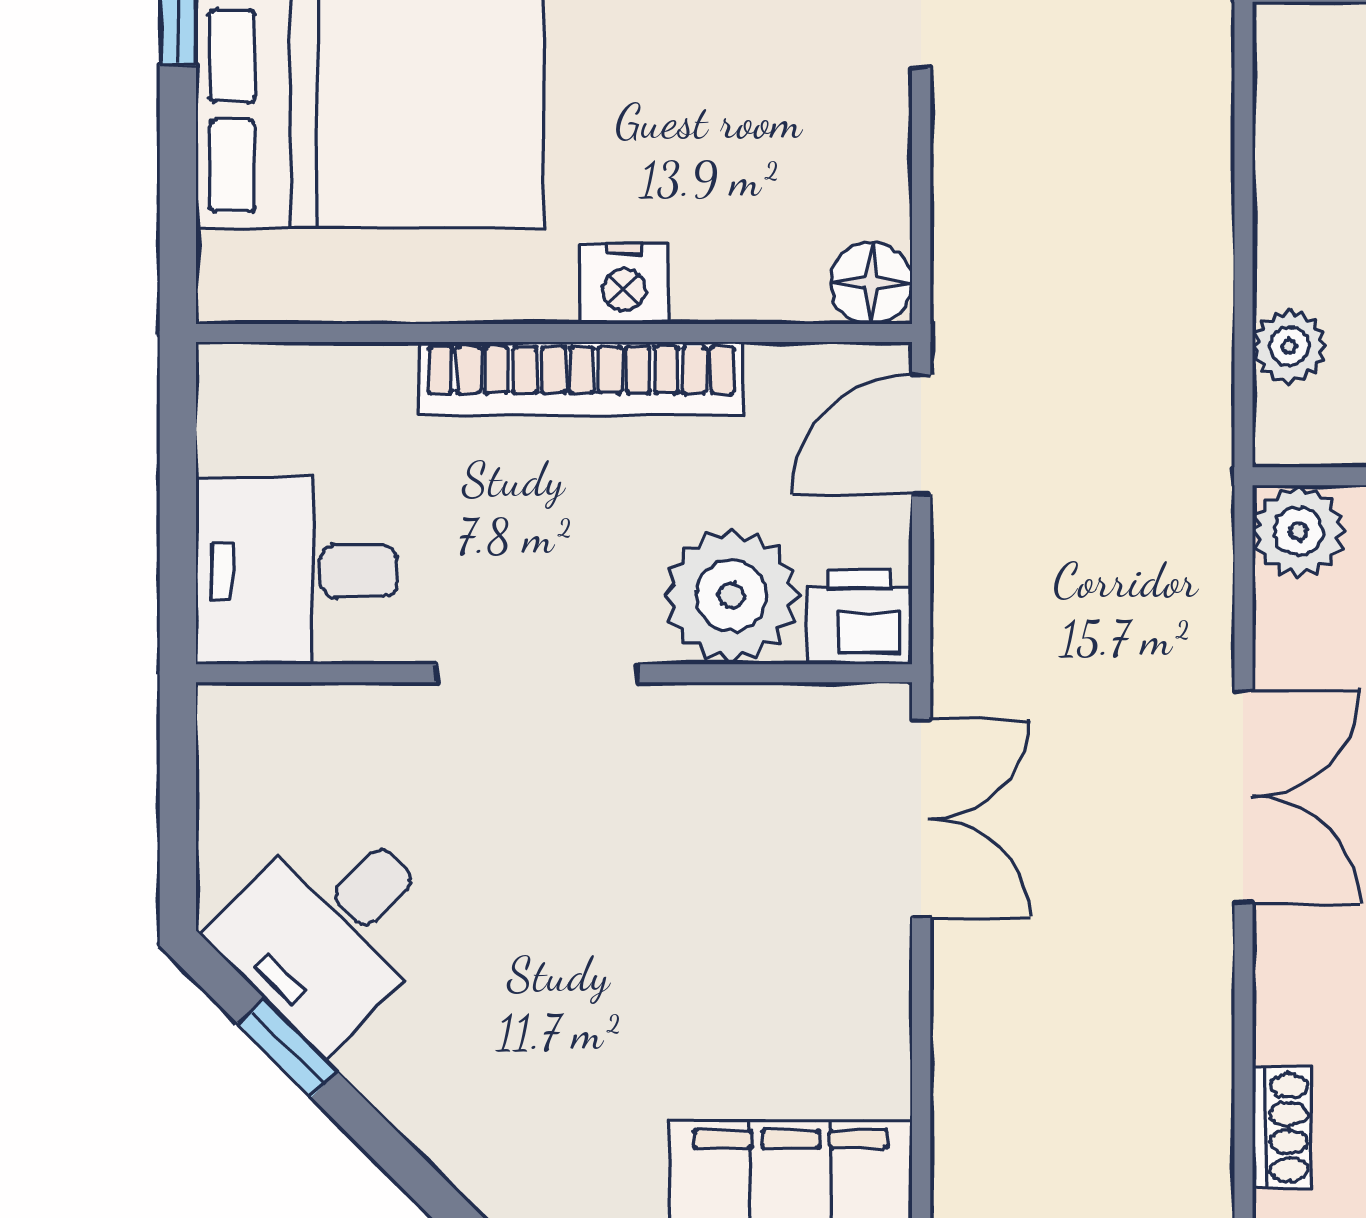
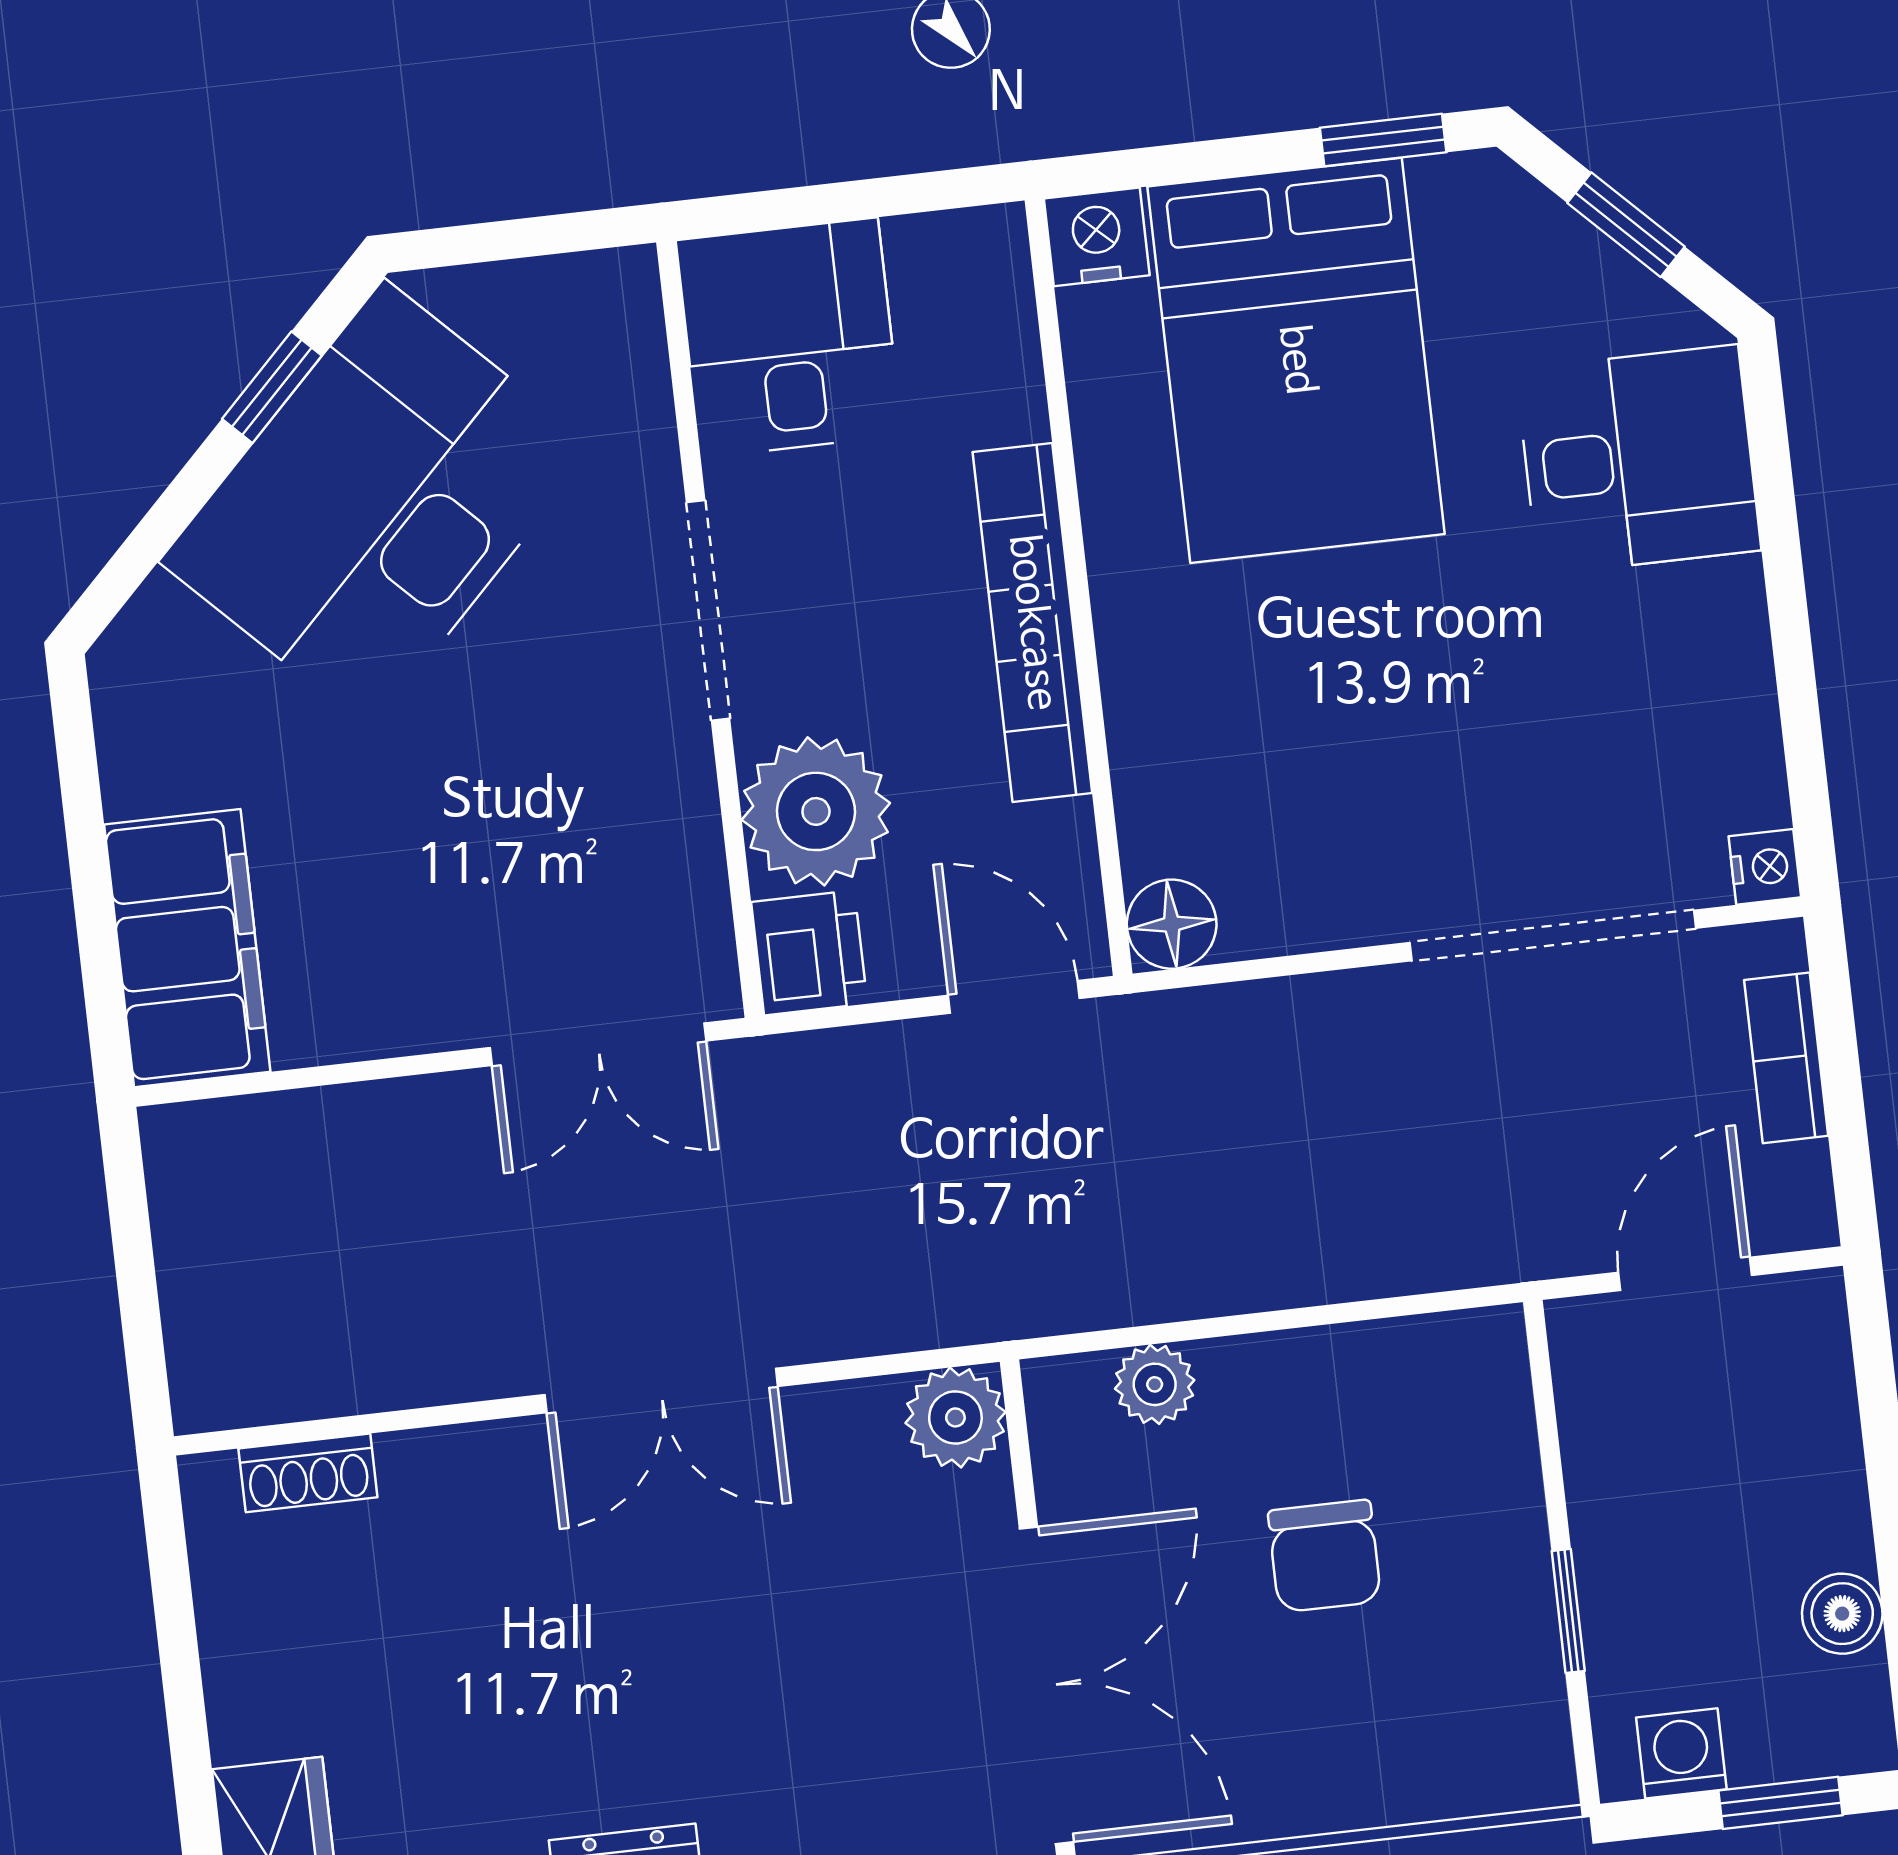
nightstand: (624, 283) -> (1097, 237), moved, turned 90
desk: (330, 929) -> (377, 504), width x1.87, depth x1.30

